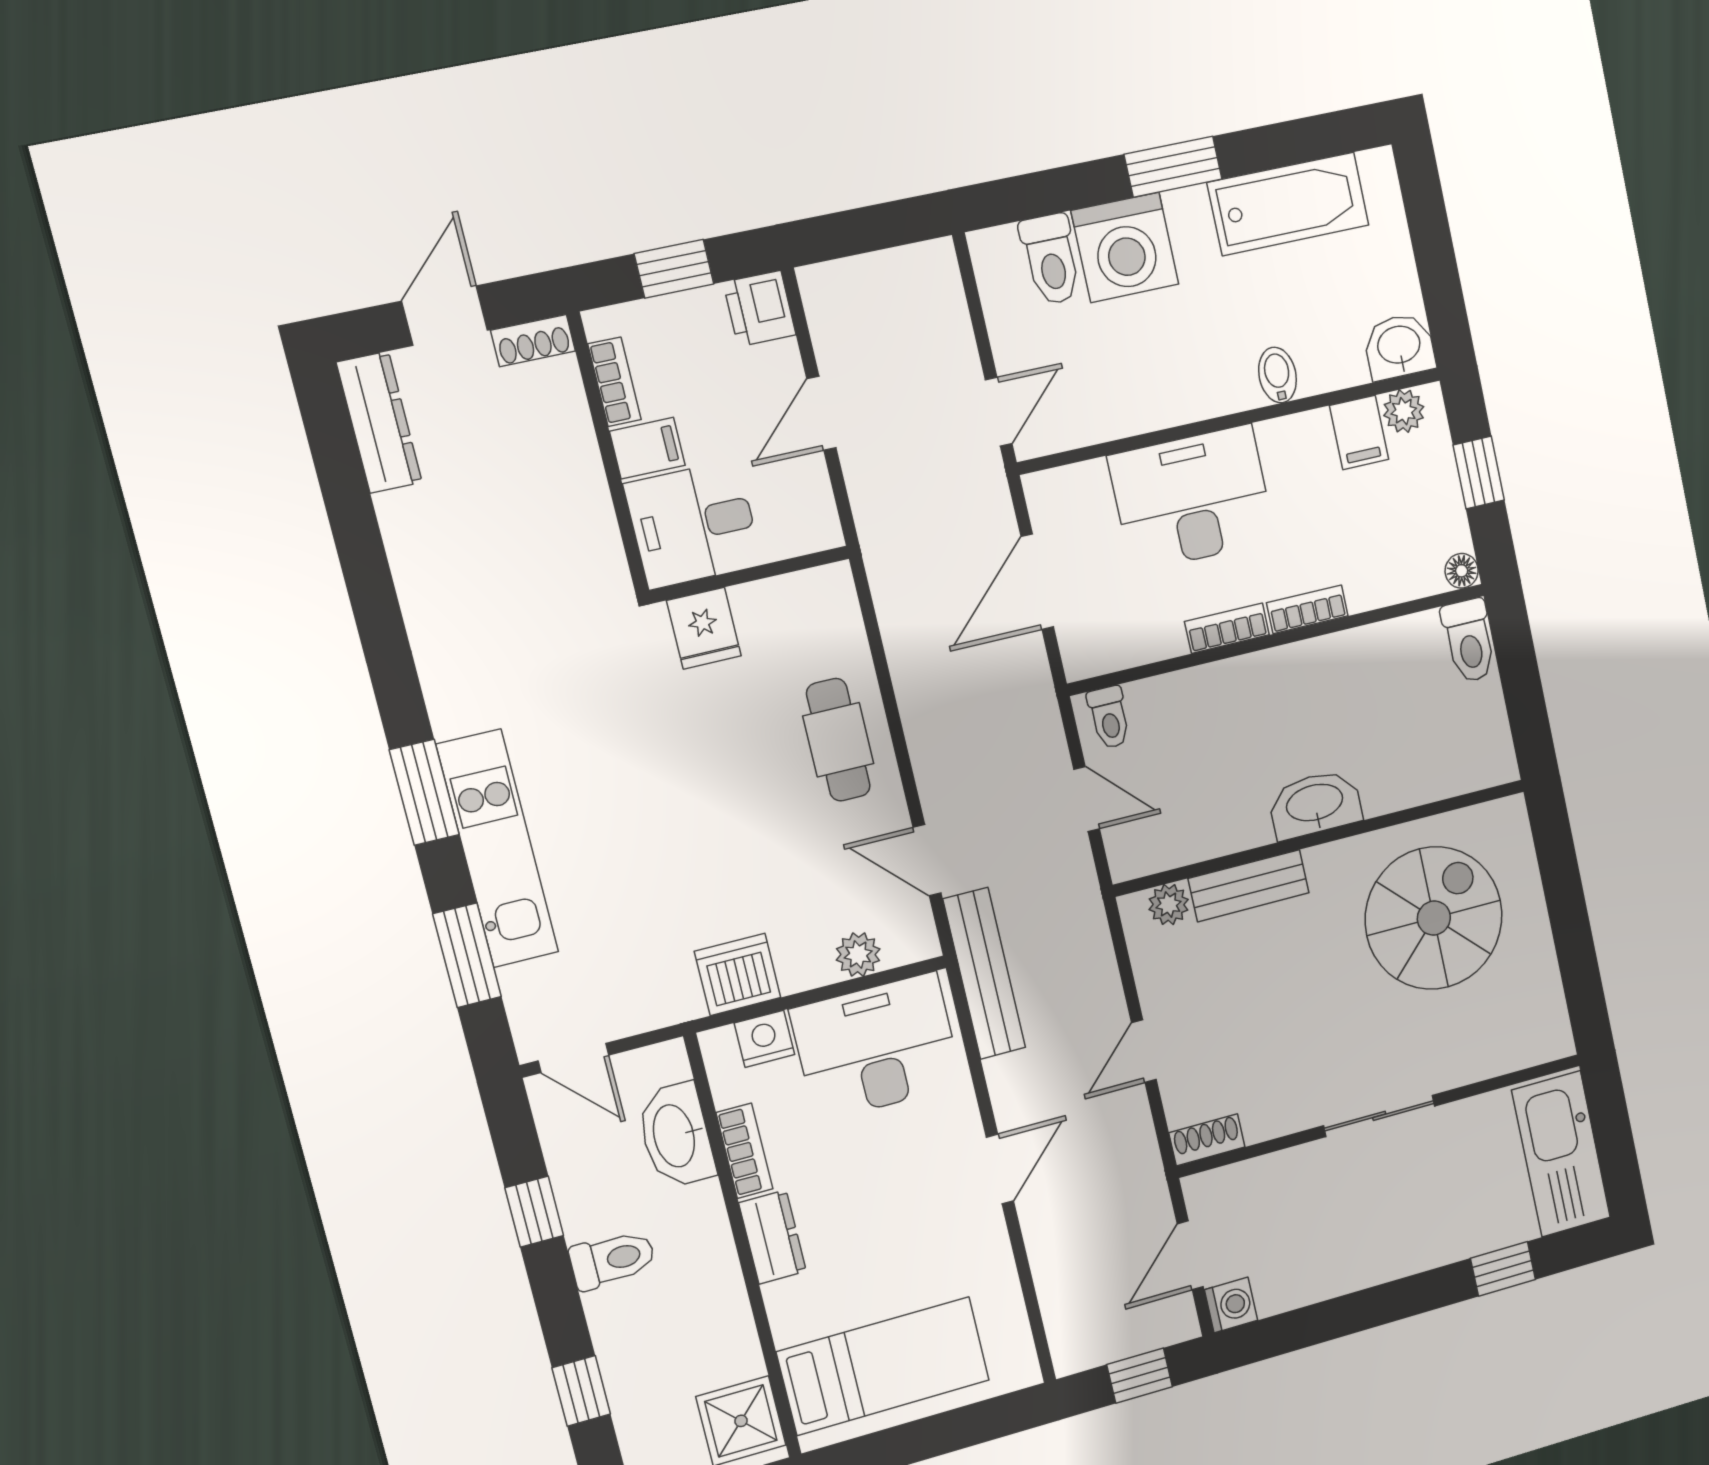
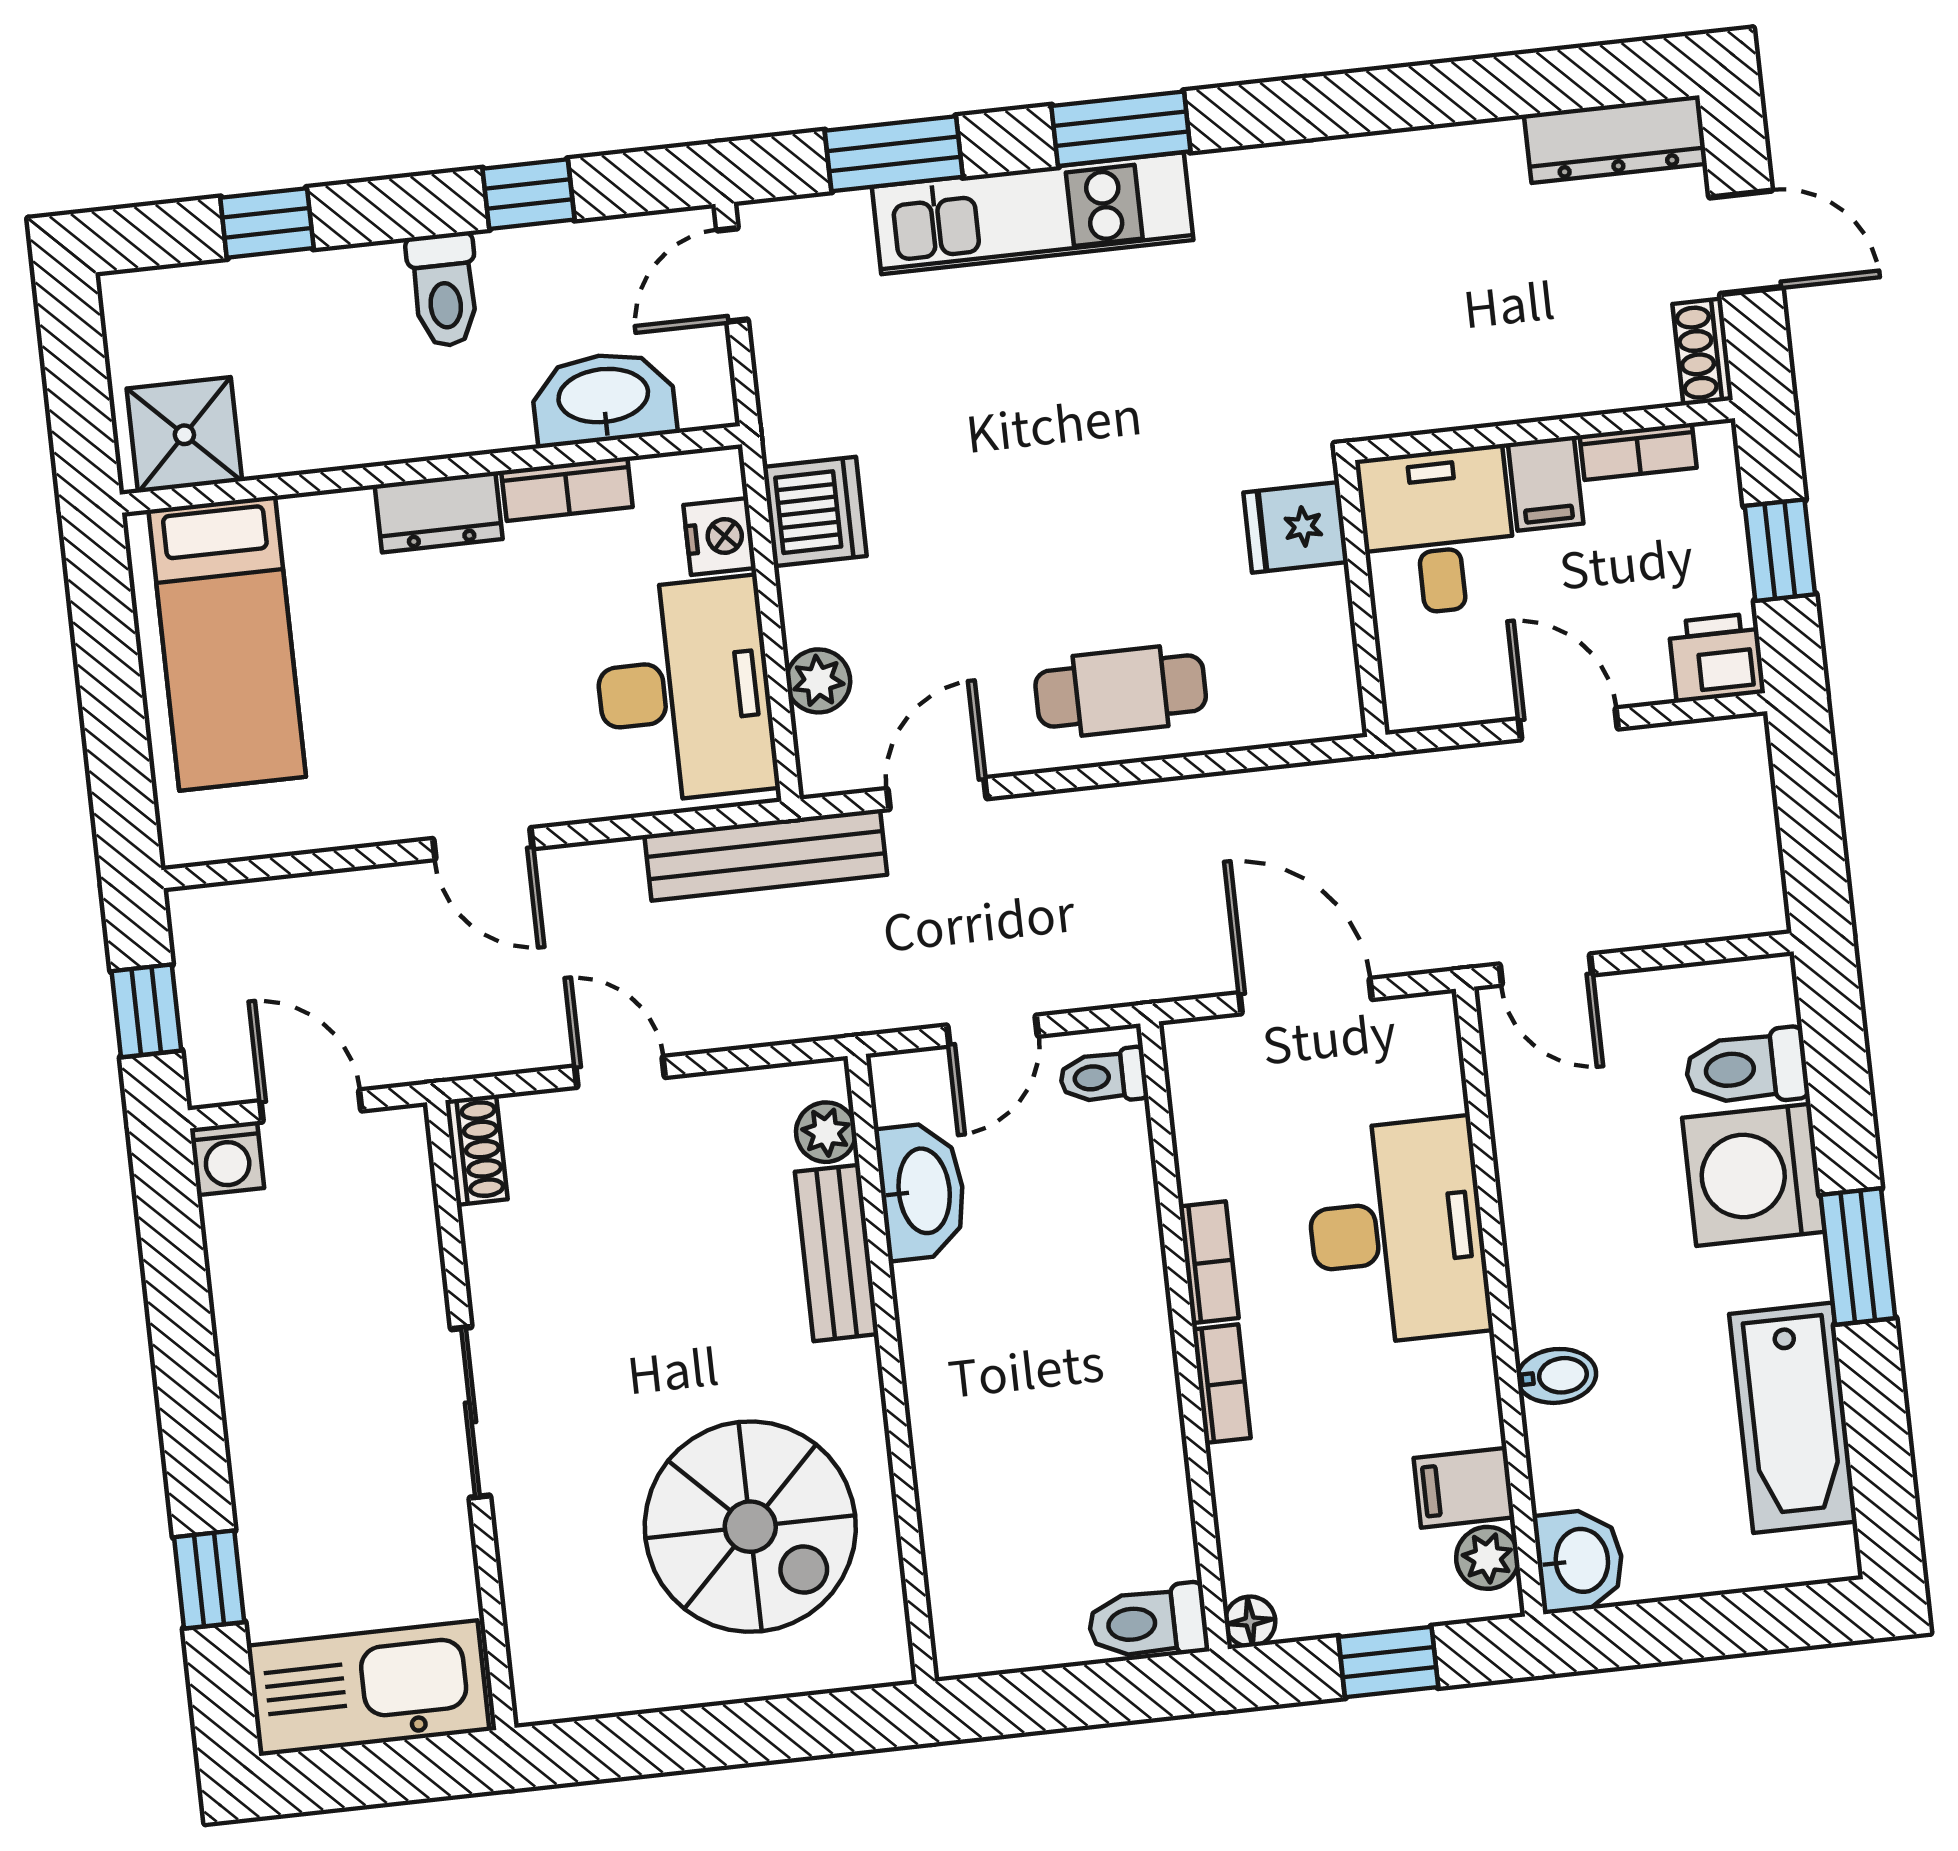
washbasin: (1315, 804) -> (922, 1191), moved

